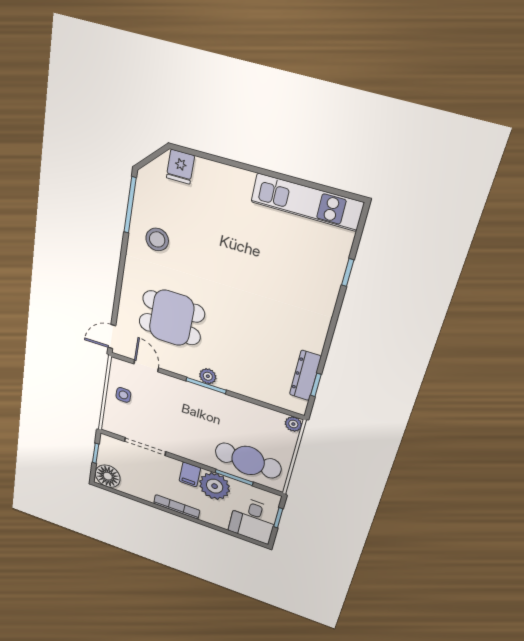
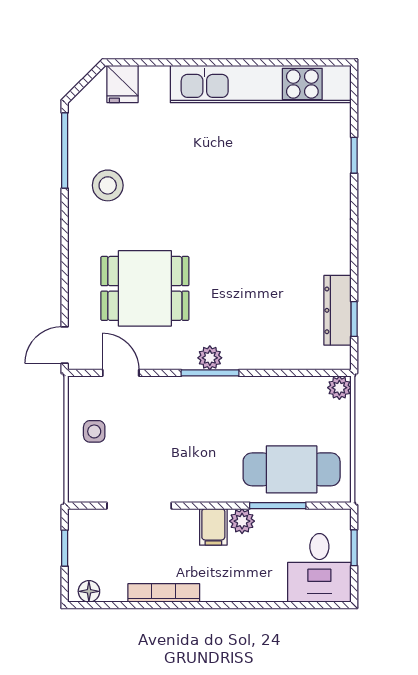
kitchen unit: (307, 202) -> (261, 84), width x1.36
floor lamp: (108, 476) -> (89, 591), width x0.53, depth x0.53
plant: (215, 486) -> (242, 521), width x0.53, depth x0.53
bookcase: (177, 507) -> (164, 593), moved

